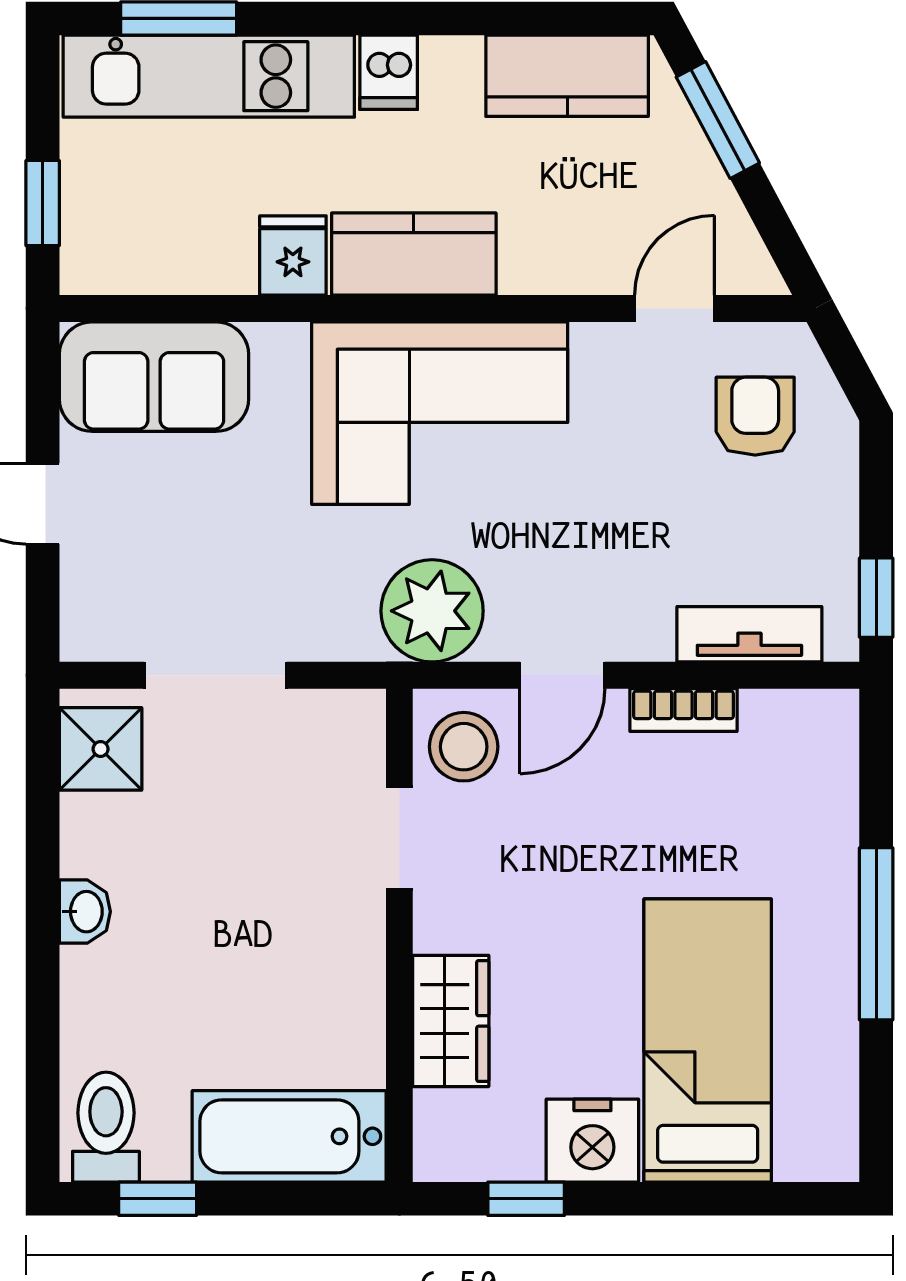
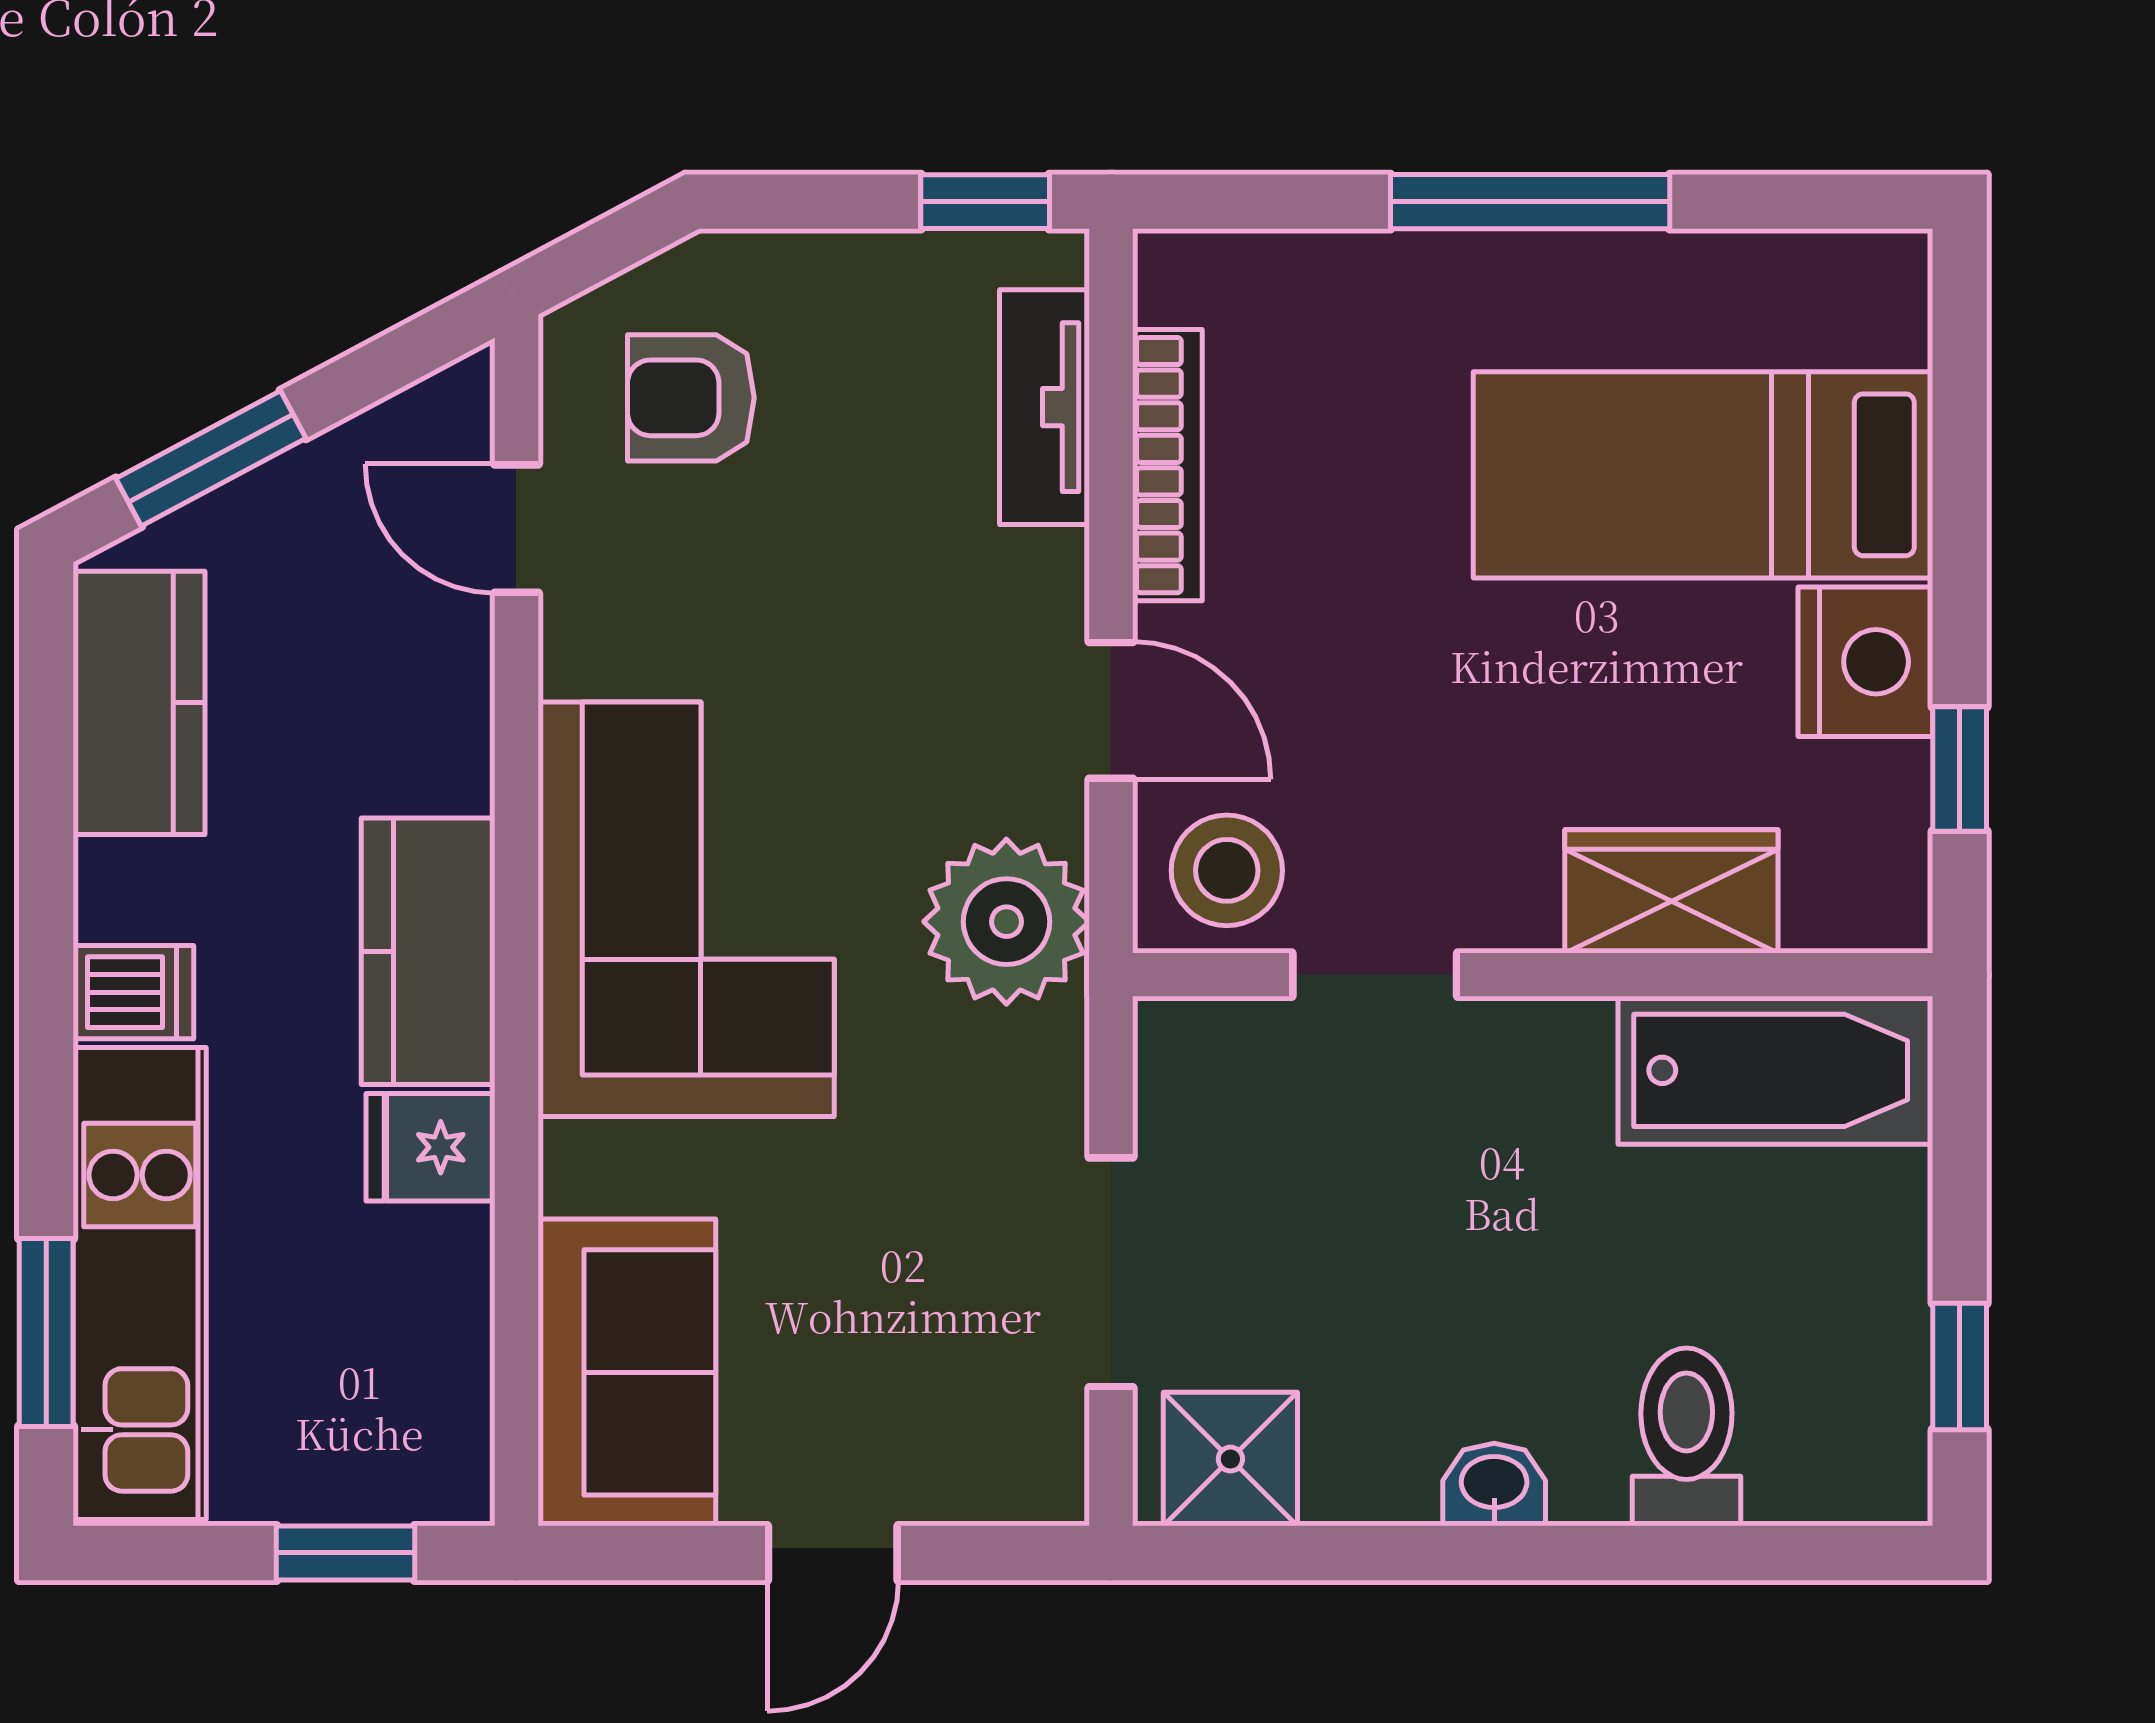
bookcase: (683, 710) -> (1167, 465), width x1.56
toilet: (106, 1127) -> (1686, 1437), moved, turned 90
bathtub: (289, 1136) -> (1775, 1070), moved, turned -90

